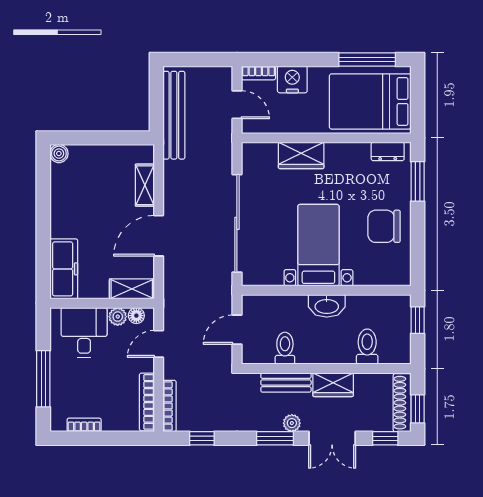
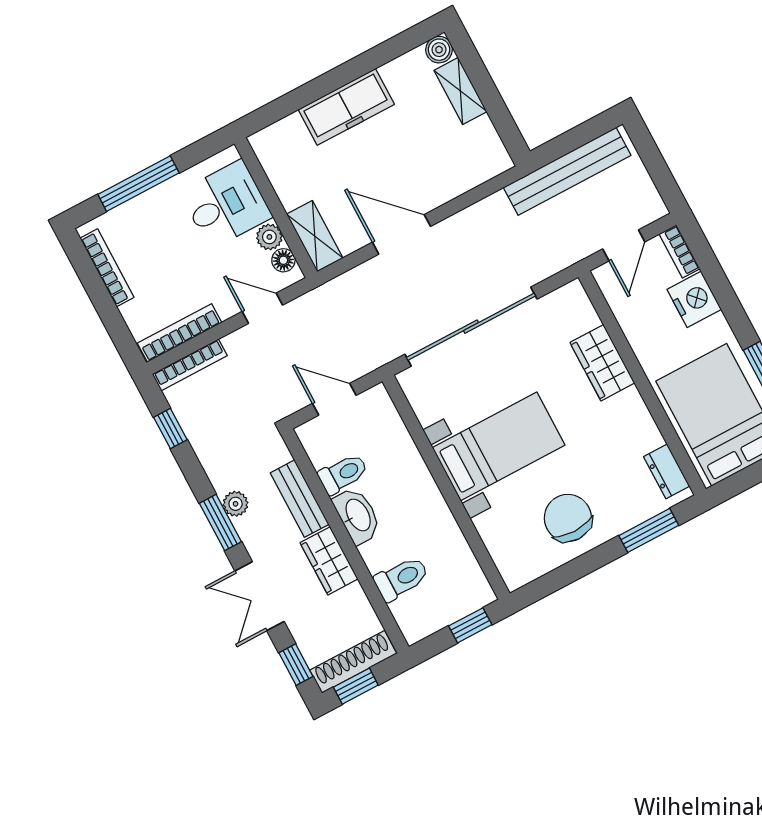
shelving: (145, 185) -> (460, 91), moved, turned 90
freezer: (64, 269) -> (346, 107), moved
washbasin: (327, 306) -> (357, 515), moved, turned 180
plant: (292, 423) -> (236, 504), moved
bookcase: (84, 425) -> (107, 268), width x1.56

